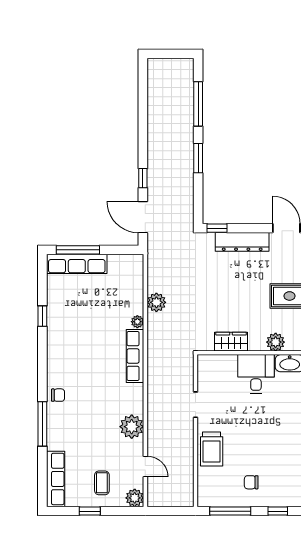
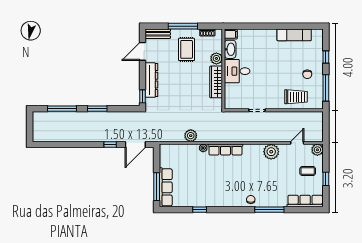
wardrobe: (231, 342) -> (216, 82), width x1.50
trolley: (212, 449) -> (296, 97), moved

